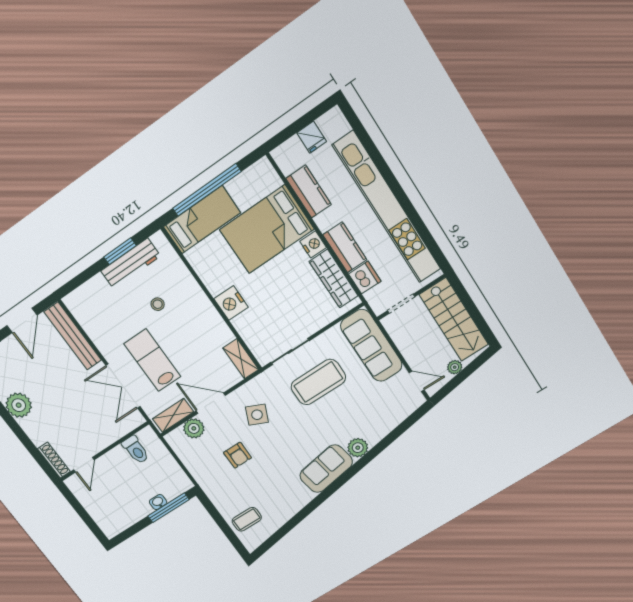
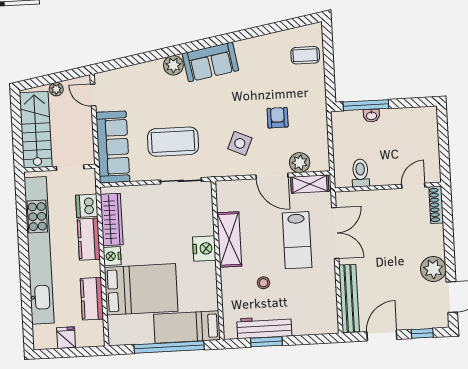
shelving: (241, 359) -> (229, 239), moved, width x1.50, depth x1.33

